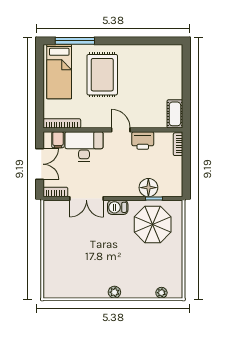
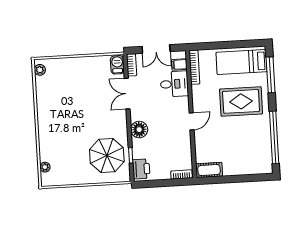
window: (144, 41) -> (274, 137), added
printer: (143, 141) -> (141, 169), moved, turned 180
desk: (84, 146) -> (174, 84), width x0.73
floor lamp: (148, 188) -> (139, 130), moved
barbecue: (118, 207) -> (117, 65), moved
plant: (114, 292) -> (40, 70), moved

